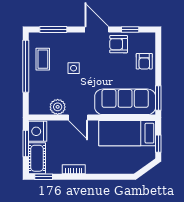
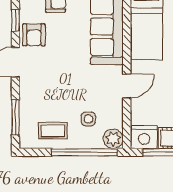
window: (26, 66) -> (85, 152), moved
side table: (74, 68) -> (88, 119), moved
plant: (58, 107) -> (113, 139), moved

